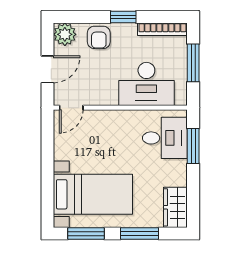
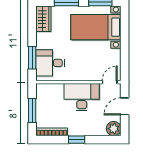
armchair: (99, 37) -> (92, 127), removed
desk: (146, 84) -> (82, 97), moved

